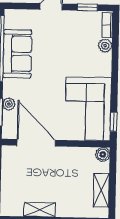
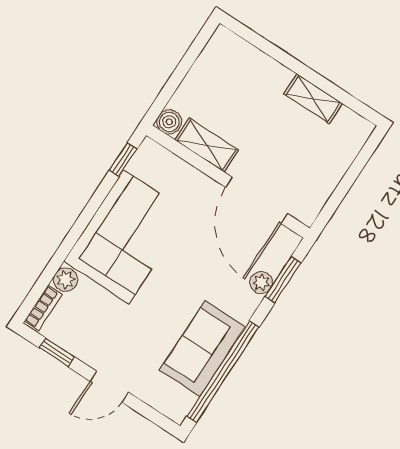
corner sofa: (88, 109) -> (126, 237), moved
shelving: (101, 190) -> (207, 145), moved, turned 90

